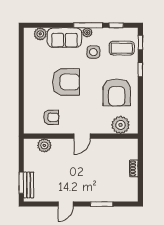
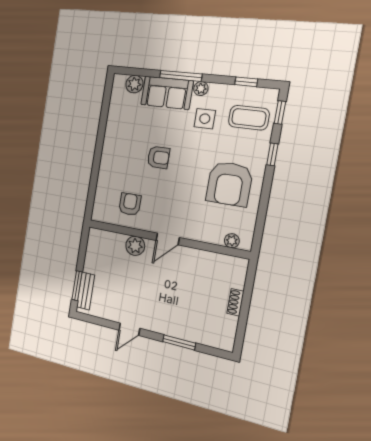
window: (88, 25) -> (181, 76), moved
armchair: (66, 82) -> (158, 157), width x0.53, depth x0.53
armchair: (51, 117) -> (130, 204), turned -90
plant: (121, 125) -> (232, 241), width x0.53, depth x0.53
plant: (44, 145) -> (135, 246), moved

